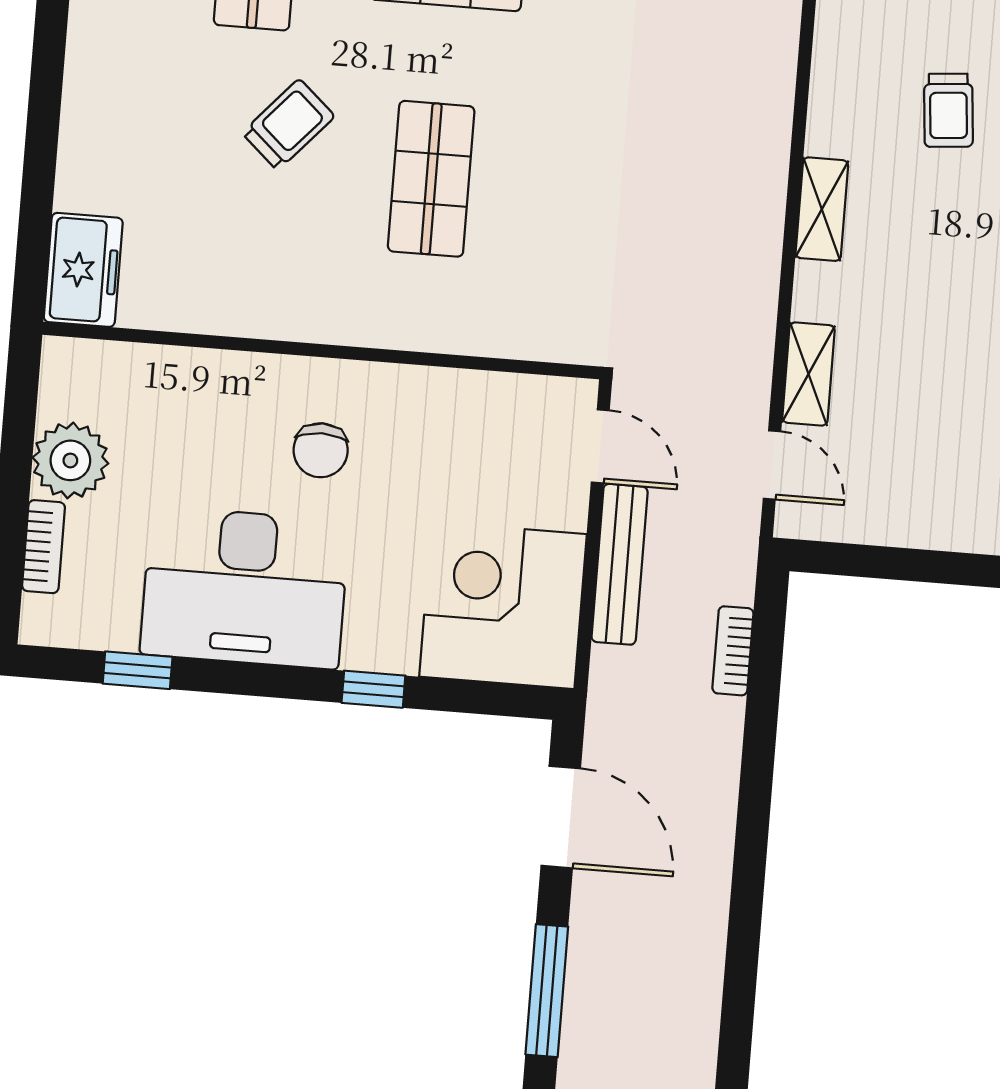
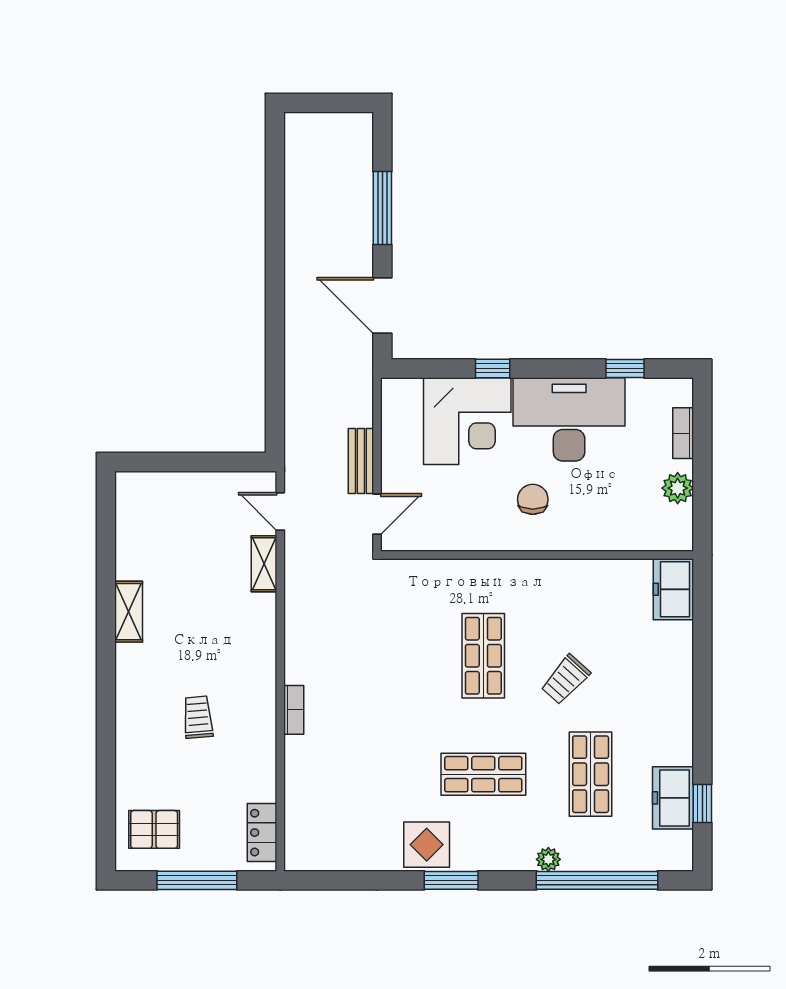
shelving: (822, 209) -> (264, 656), removed
door: (600, 446) -> (377, 514), swing flipped
plant: (70, 460) -> (678, 488), width x0.73, depth x0.73
bench: (620, 564) -> (361, 461), width x0.73
corner desk: (503, 605) -> (467, 421), moved
bookcase: (733, 651) -> (294, 710), moved

